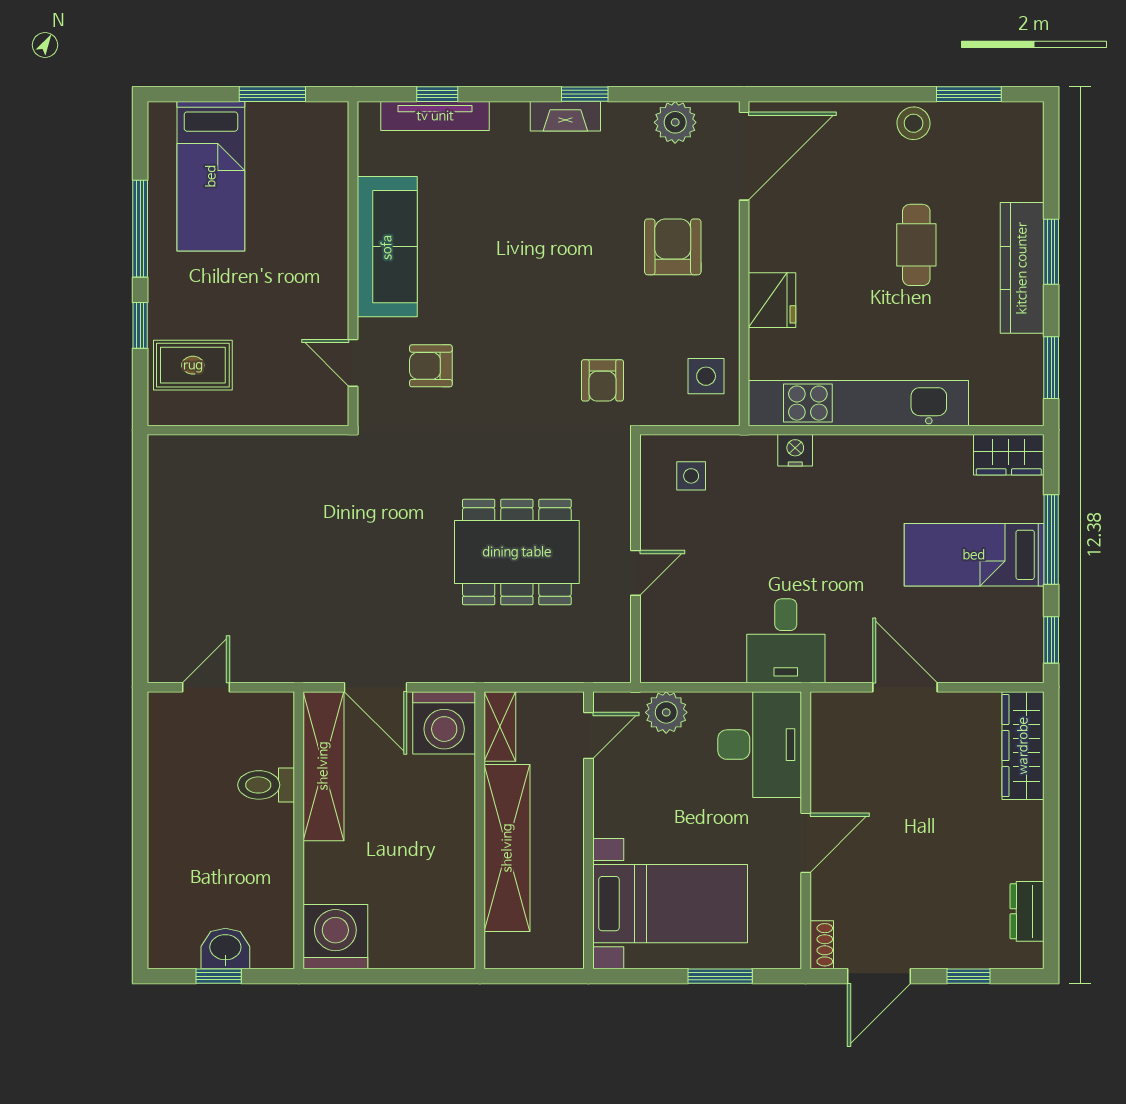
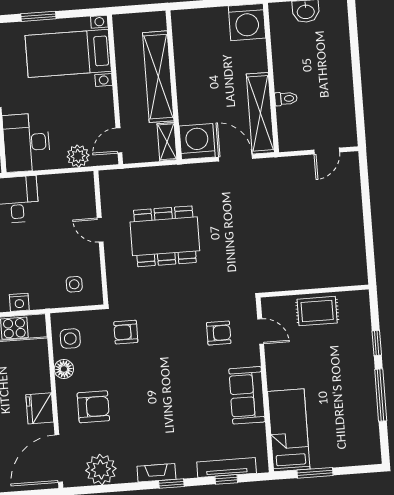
window: (585, 94) -> (171, 484), moved
plant: (675, 122) -> (101, 469), width x1.36, depth x1.36
bed: (211, 176) -> (289, 430), moved
sofa: (387, 247) -> (247, 395), width x0.73
armchair: (673, 247) -> (93, 407), turned -90
fridge: (772, 300) -> (40, 408), moved
floor lamp: (722, 321) -> (64, 369), added
rug: (193, 365) -> (317, 311), moved
armchair: (602, 380) -> (126, 332), turned -90
door: (635, 573) -> (100, 230), hinge flipped
toilet: (266, 785) -> (286, 99), width x0.73, depth x0.72

